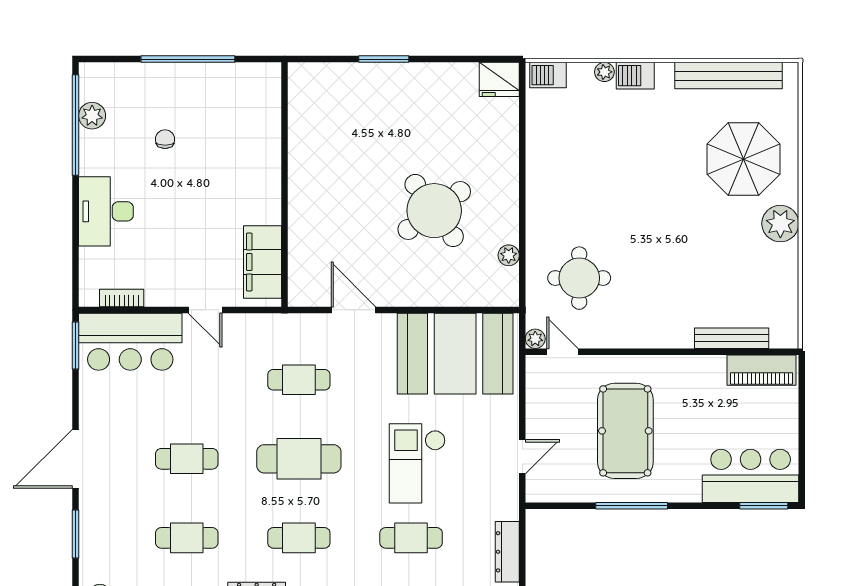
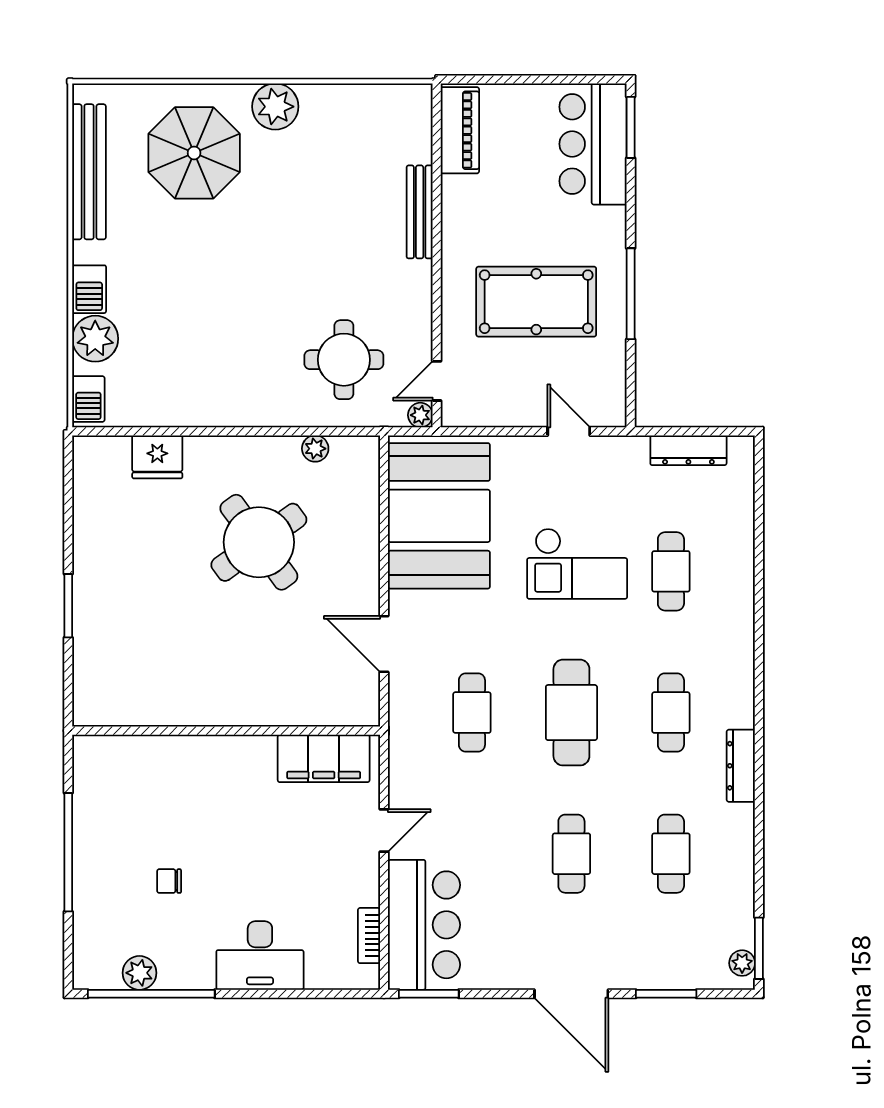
plant: (604, 72) -> (95, 339), width x1.88, depth x1.88
fridge: (499, 79) -> (157, 457), moved, turned 90
door: (353, 310) -> (384, 644), hinge flipped
bench: (732, 338) -> (420, 212), moved

